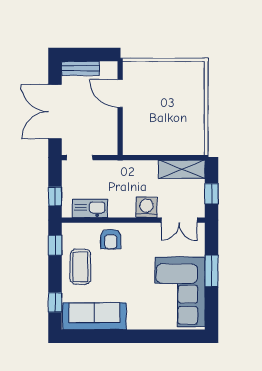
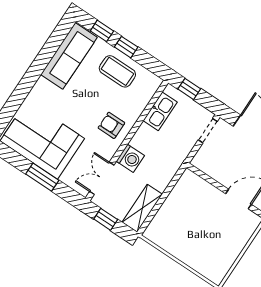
armchair: (111, 239) -> (111, 125), moved
window: (55, 245) -> (126, 47), moved

